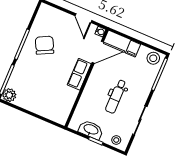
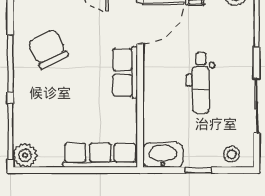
row of seats: (48, 112) -> (100, 155), added
washbasin: (91, 130) -> (163, 155), moved

